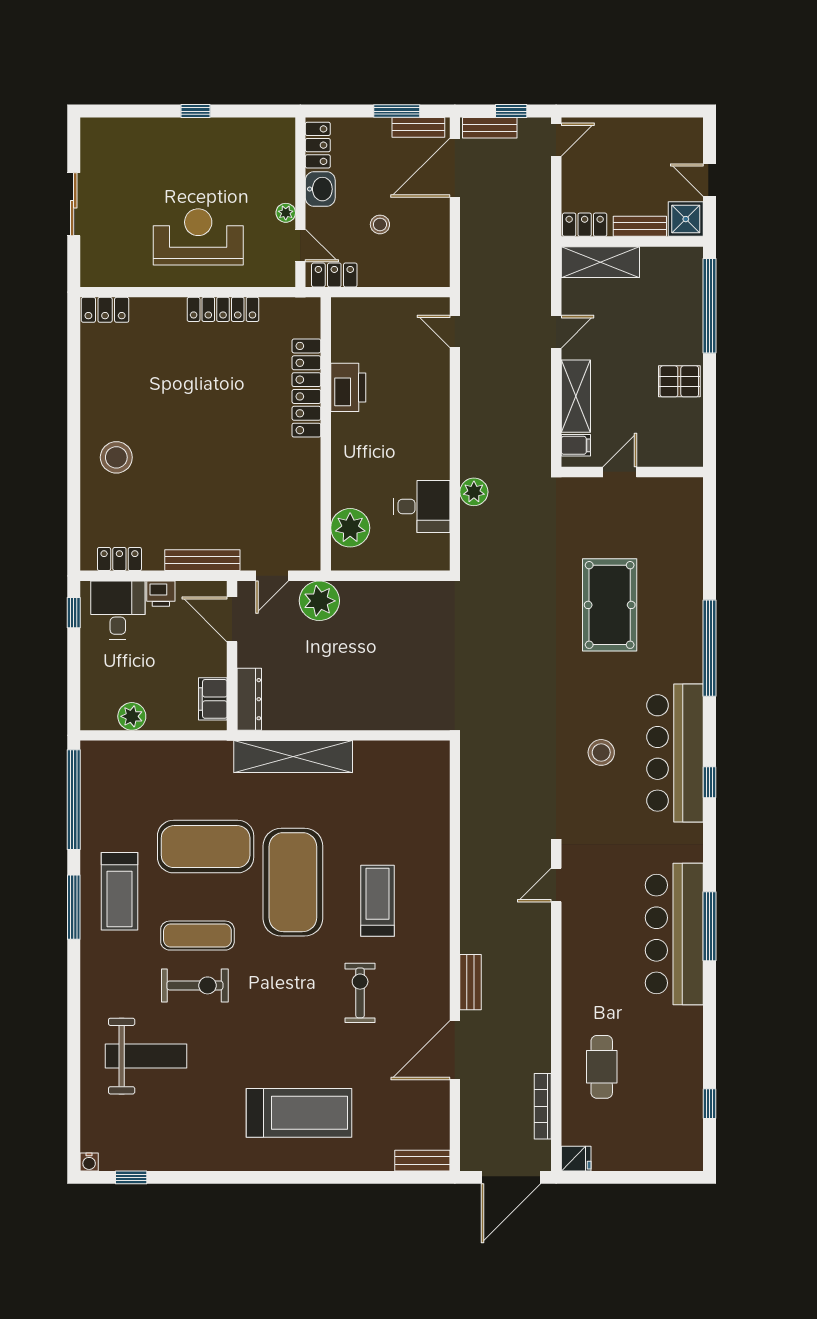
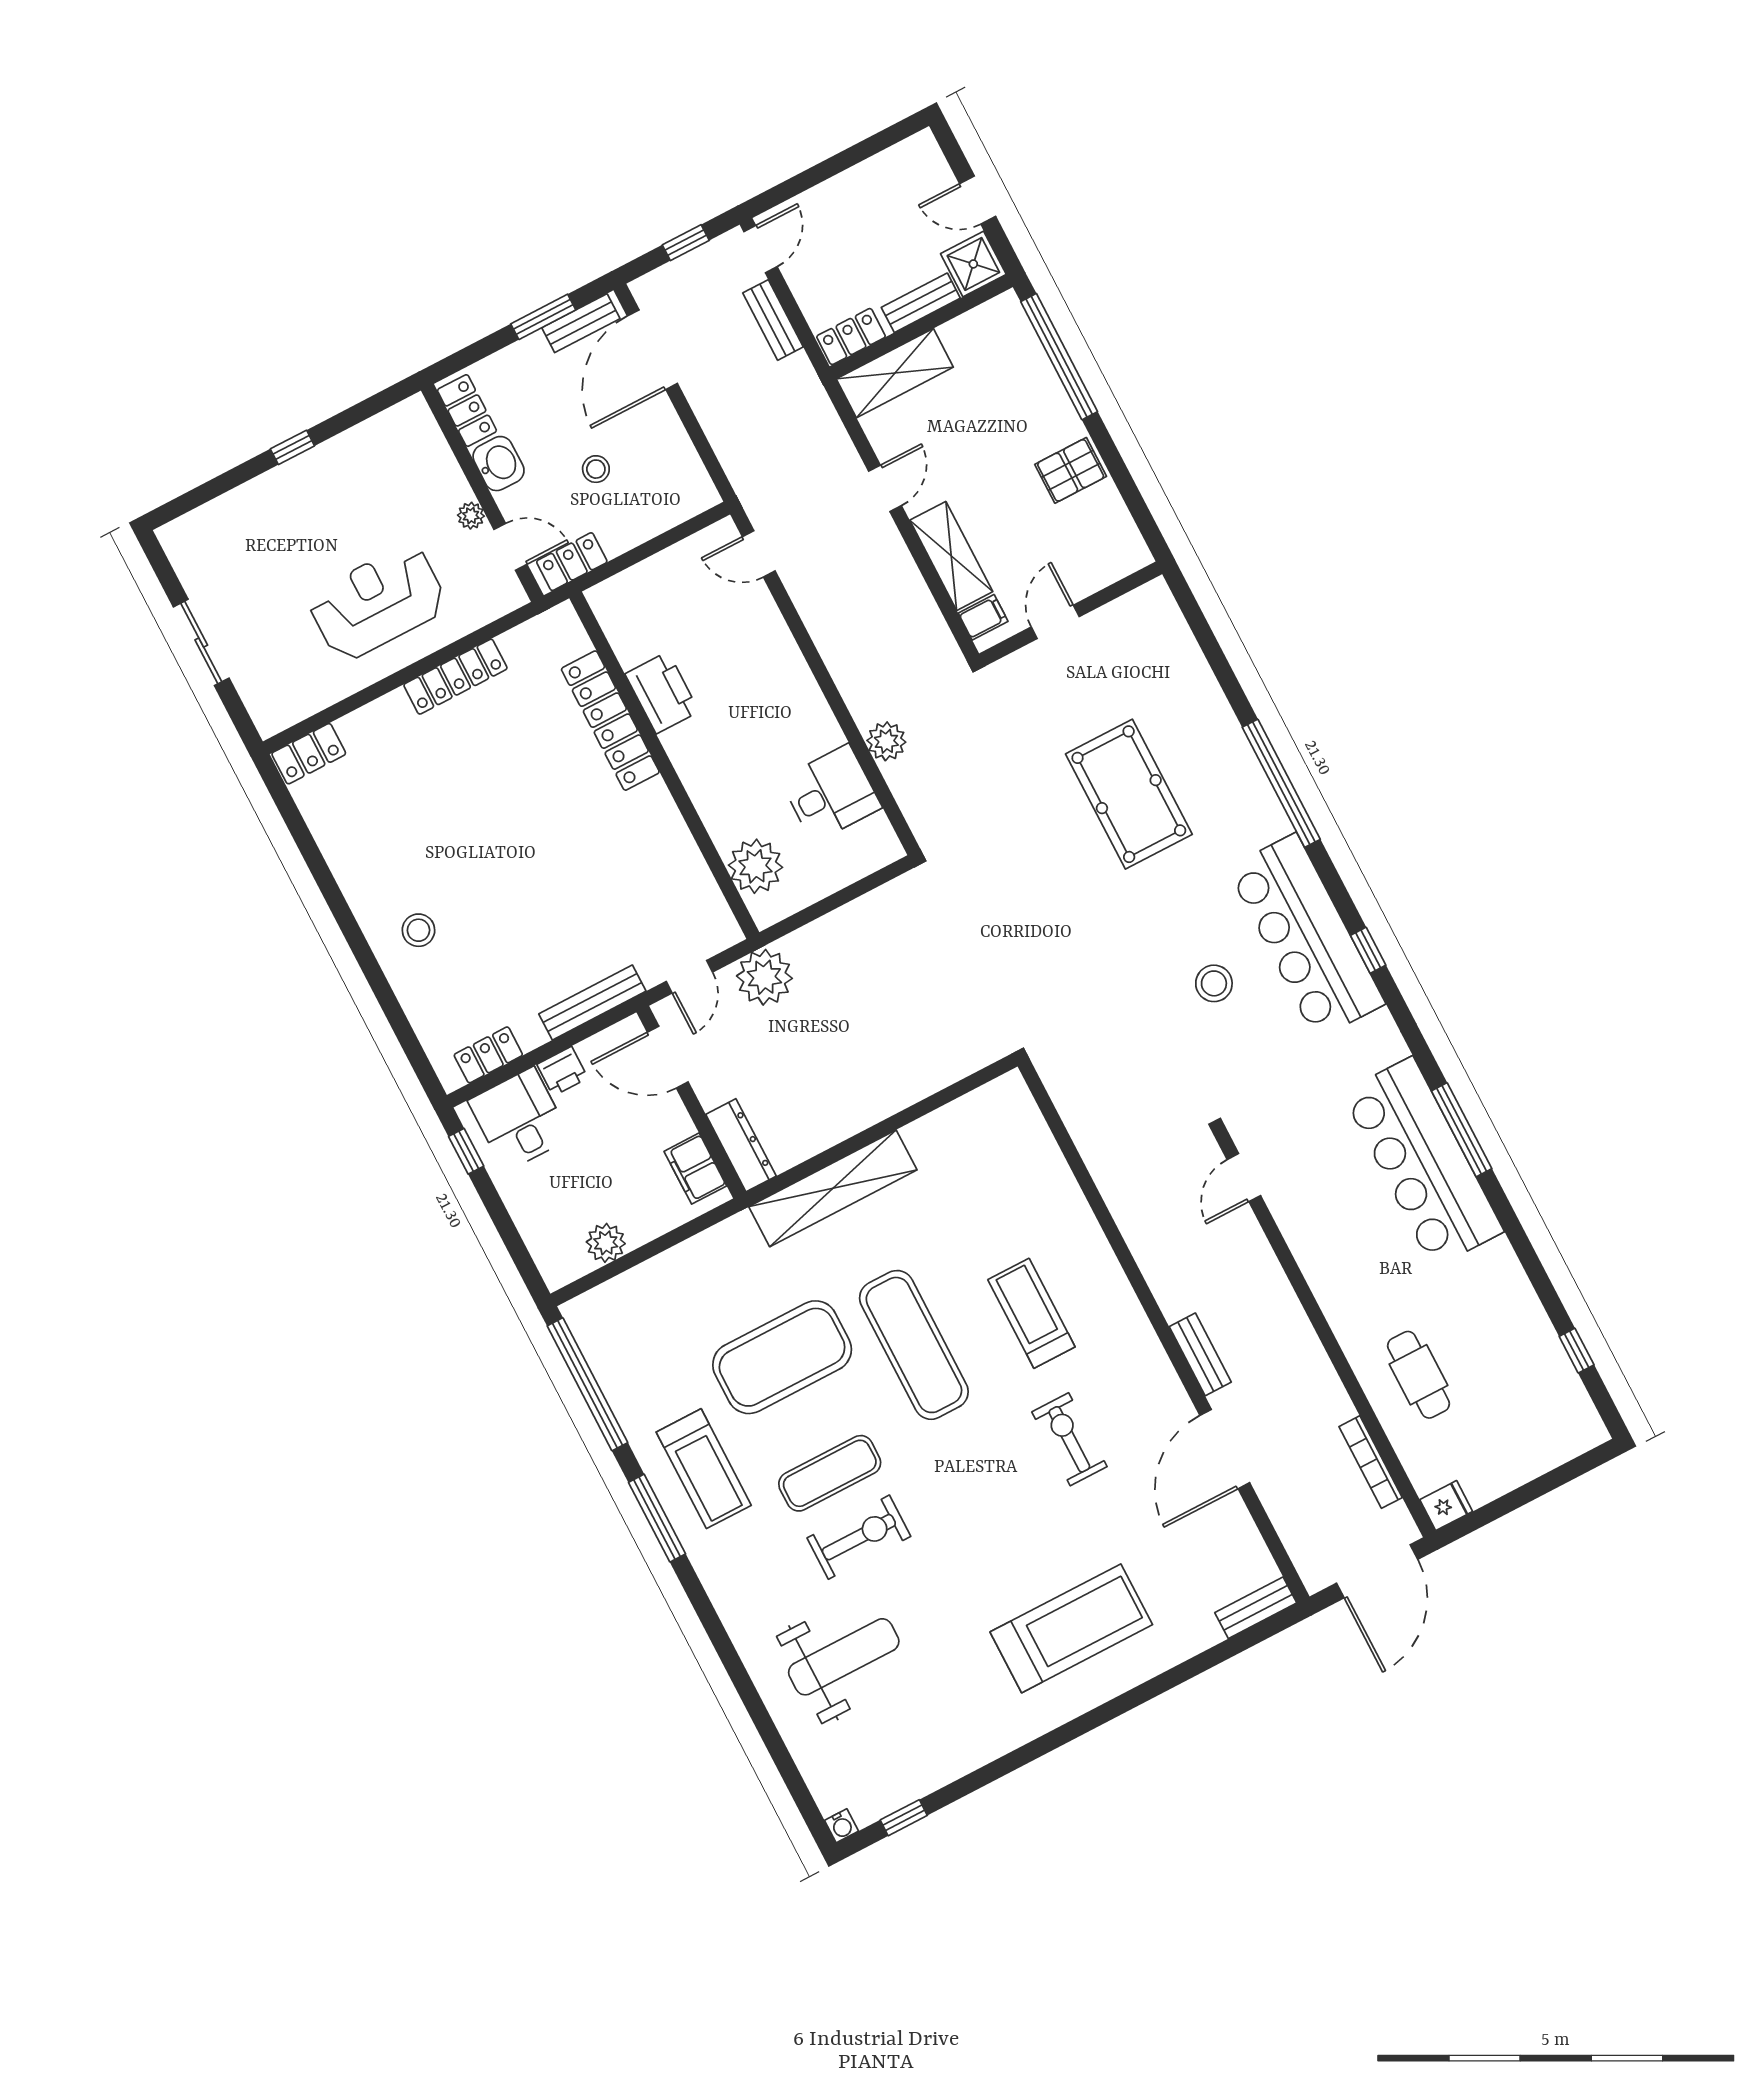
bench: (490, 128) -> (773, 320), moved, turned 90
stool: (116, 457) -> (418, 930), width x0.73, depth x0.73
exercise mat: (293, 882) -> (914, 1345), width x0.68

